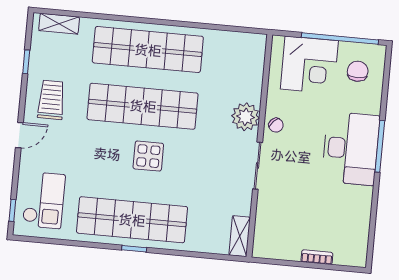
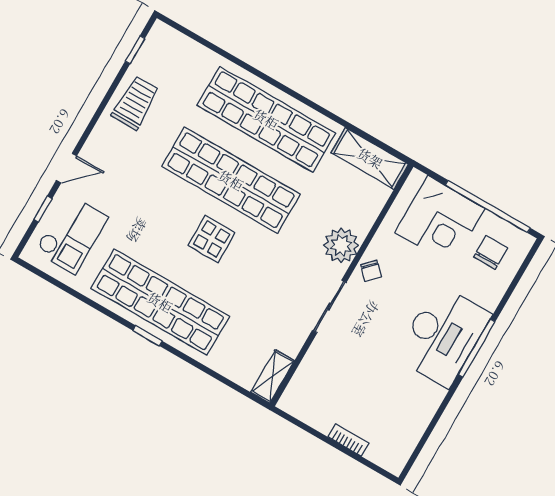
shelving: (59, 24) -> (370, 158), moved, width x1.50, depth x1.33
window: (26, 62) -> (135, 50), moved
trolley: (51, 100) -> (135, 103), moved
door: (19, 135) -> (67, 168), moved
window: (12, 210) -> (43, 209), moved

